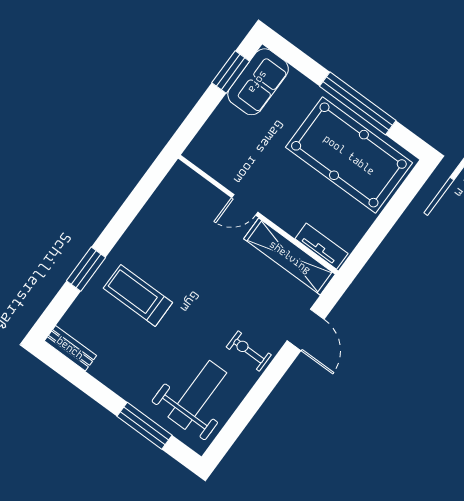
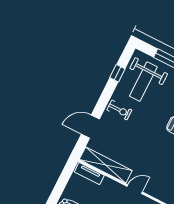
door: (306, 330) -> (90, 127), hinge flipped
window: (241, 417) -> (117, 73), added

